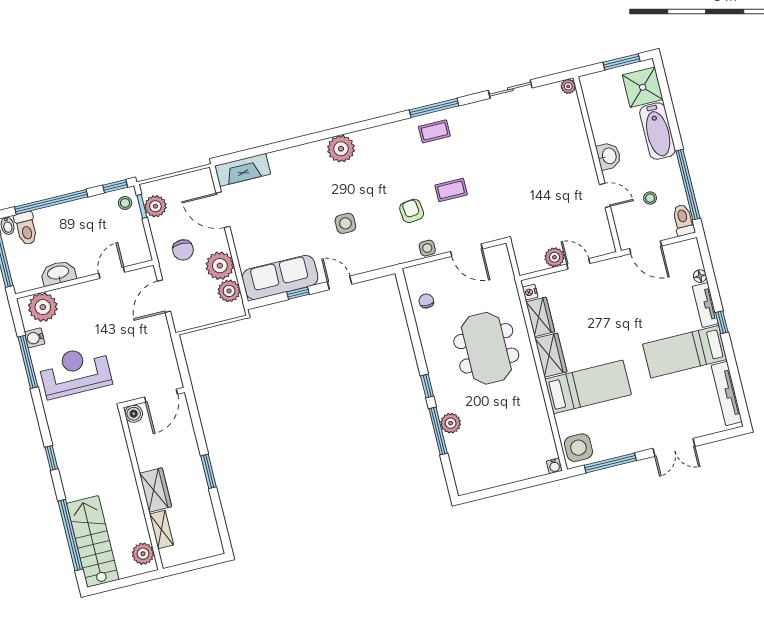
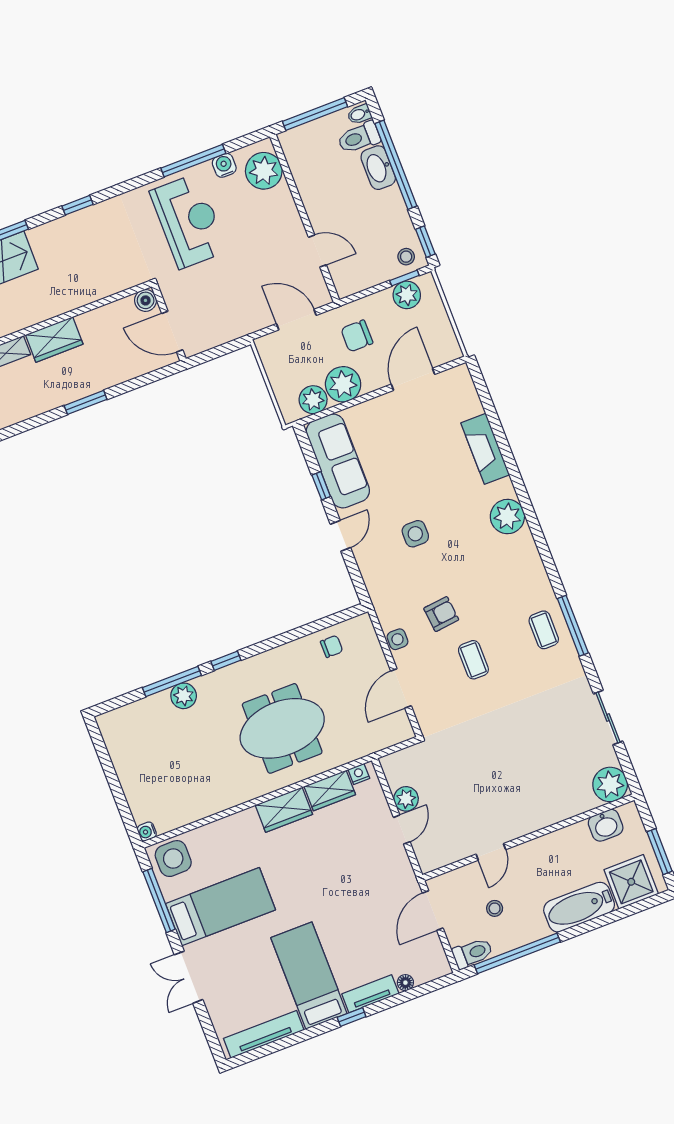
plant: (568, 86) -> (610, 784), width x1.88, depth x1.88
washbasin: (609, 156) -> (606, 825), moved
fireplace: (243, 170) -> (485, 449), moved
washbasin: (58, 273) -> (378, 168), moved, turned 180
bed: (588, 387) -> (220, 907), moved, turned -90

